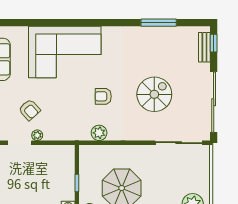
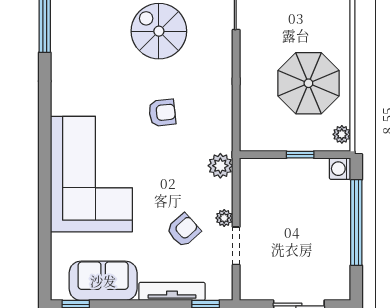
armchair: (103, 96) -> (162, 113), turned -96
plant: (99, 133) -> (220, 166), moved

